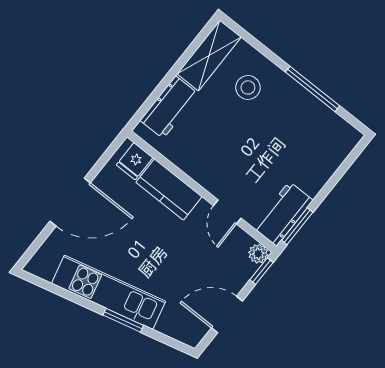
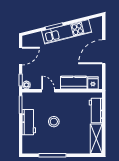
stool: (248, 87) -> (54, 122), moved
workbench: (283, 214) -> (29, 122), moved

